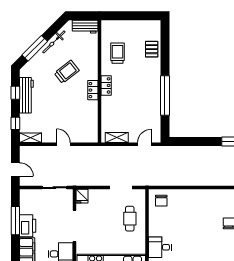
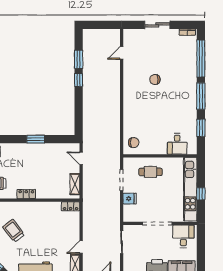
locker: (93, 90) -> (71, 206), moved
window: (165, 96) -> (36, 139), width x0.47
door: (63, 144) -> (81, 247), moved
fridge: (82, 196) -> (130, 199), moved

